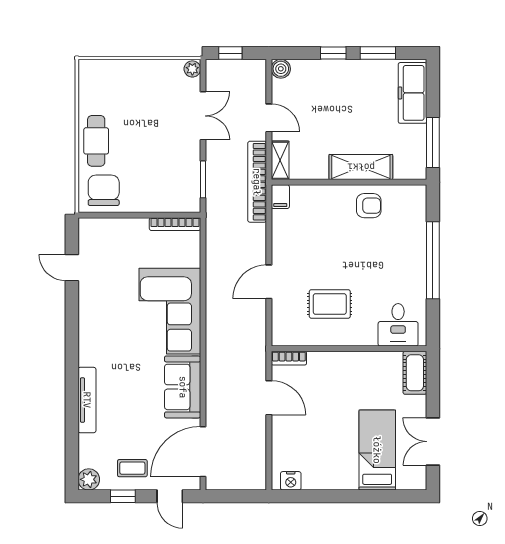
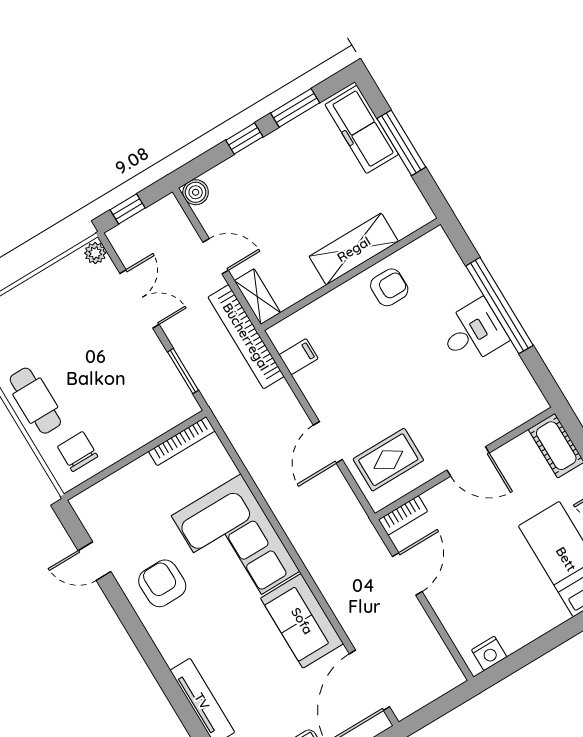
window: (433, 142) -> (401, 143), moved
chair: (104, 190) -> (78, 452), width x0.73, depth x0.73
filing cabinet: (280, 197) -> (299, 357), moved, turned -90
rug: (330, 304) -> (388, 460), moved
armchair: (107, 308) -> (162, 583), added
desk: (398, 325) -> (473, 332), moved, turned -90
door: (352, 349) -> (468, 461), added
door: (269, 398) -> (407, 574), hinge flipped

